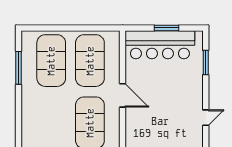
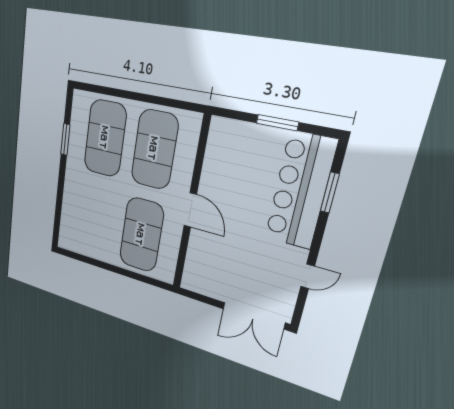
bar counter: (160, 45) -> (300, 191), moved, turned 90
window: (19, 68) -> (65, 139), width x0.69

